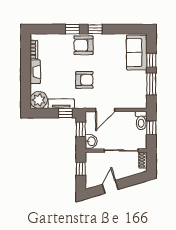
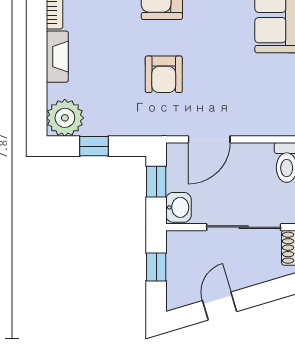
armchair: (84, 80) -> (164, 74), turned 90
tv unit: (61, 104) -> (114, 126), removed
window: (65, 113) -> (94, 146), moved

